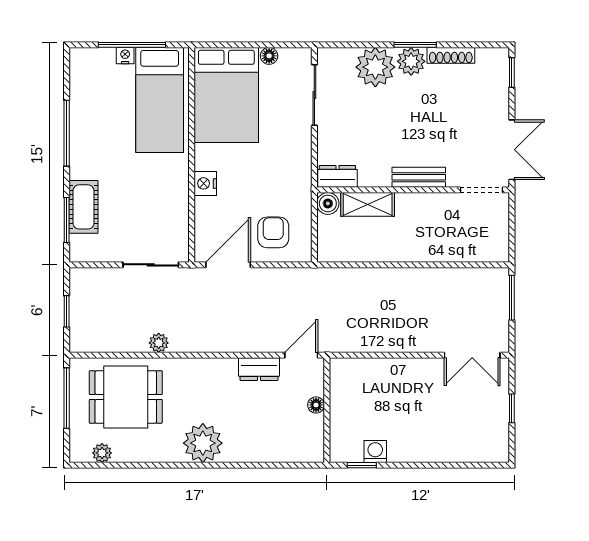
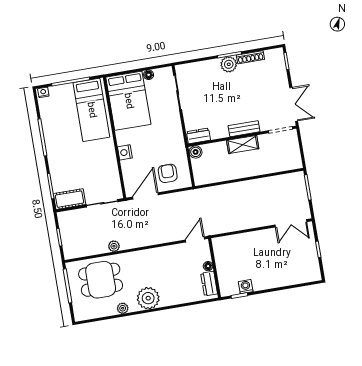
nightstand: (125, 56) -> (43, 92), moved
plant: (375, 67) -> (209, 71), removed
shelving: (368, 204) -> (243, 145), moved
cot: (83, 207) -> (70, 199), moved, turned 90
dresser: (259, 369) -> (209, 284), moved, turned 90
plant: (102, 453) -> (123, 308), moved

